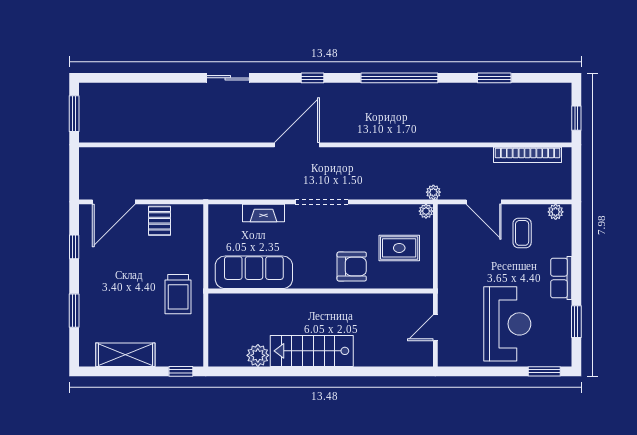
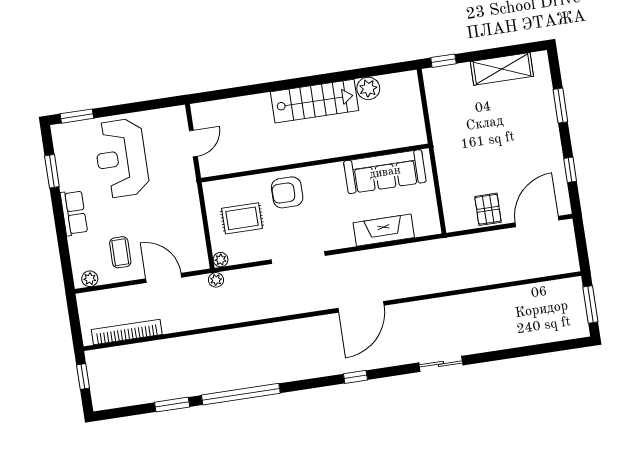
window: (399, 78) -> (241, 394), moved
doorway: (322, 202) -> (298, 258), moved
fireplace: (264, 213) -> (384, 230), width x1.37, depth x1.32
trolley: (178, 294) -> (458, 138), removed

